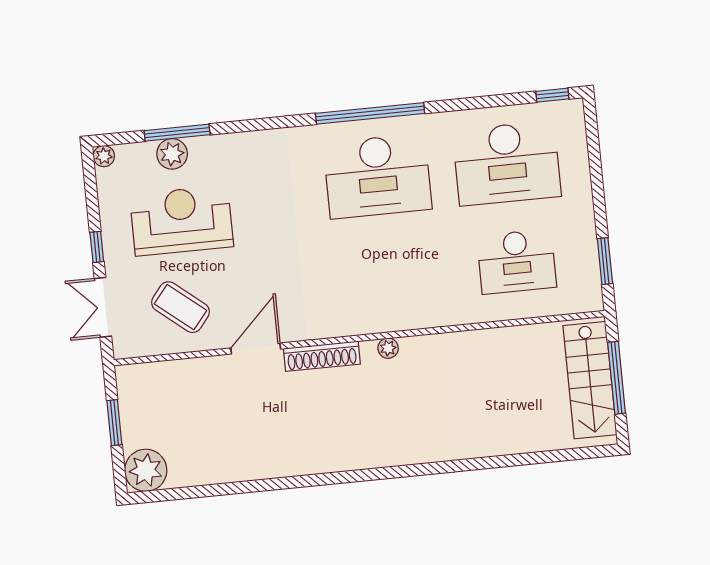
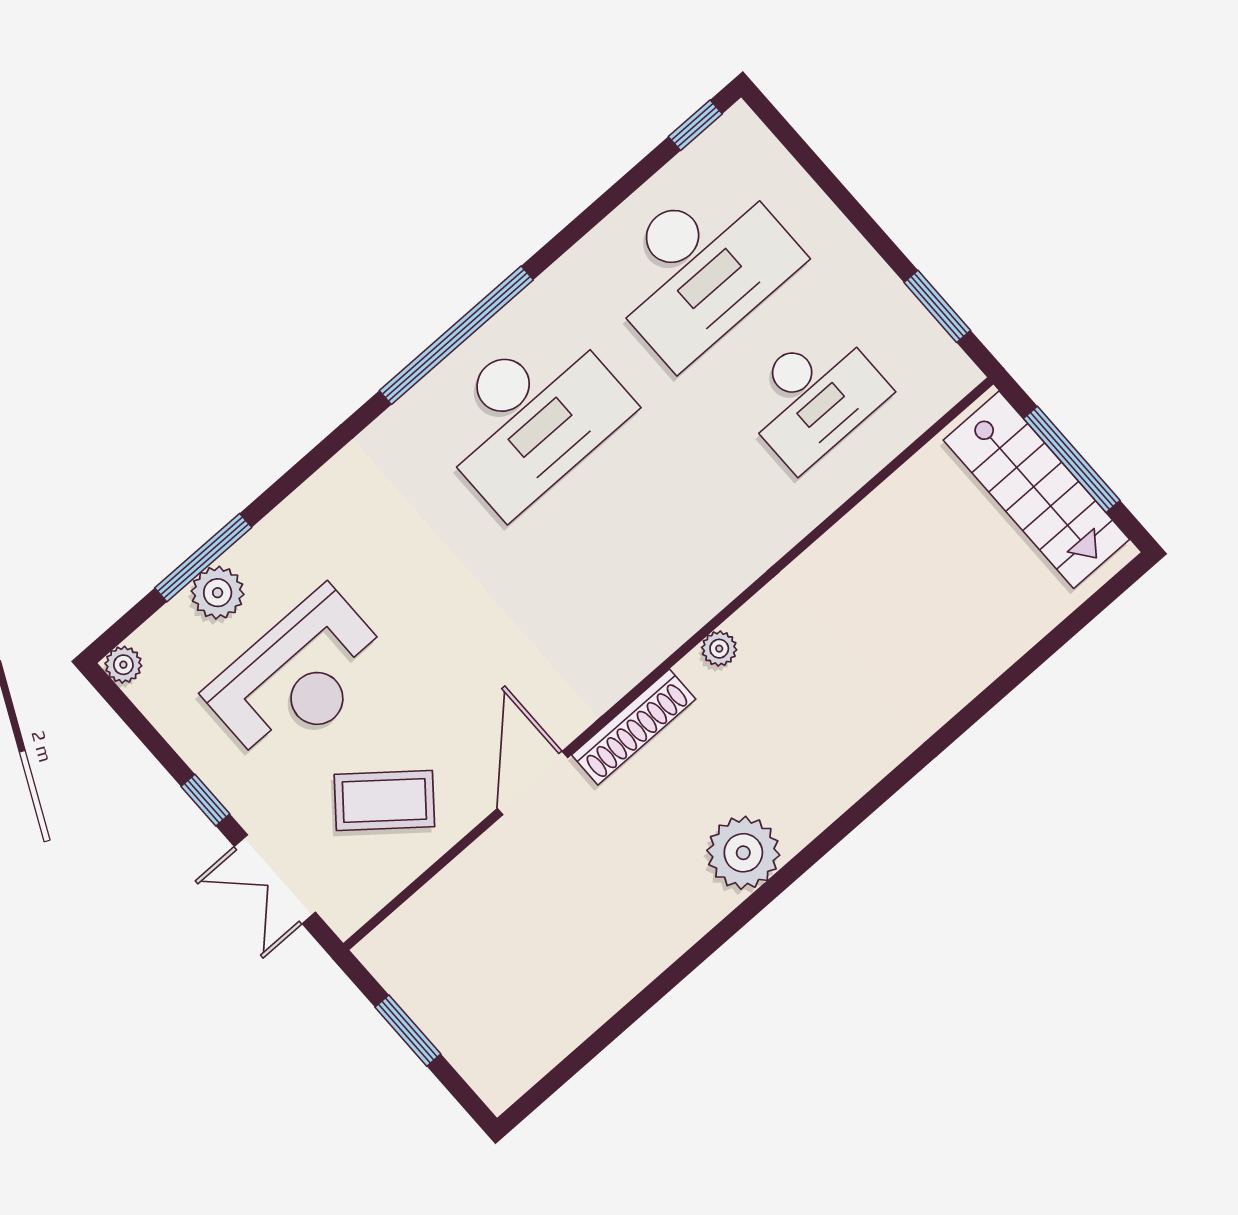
reception desk: (182, 221) -> (298, 677), turned 180
plant: (146, 470) -> (743, 853), moved

